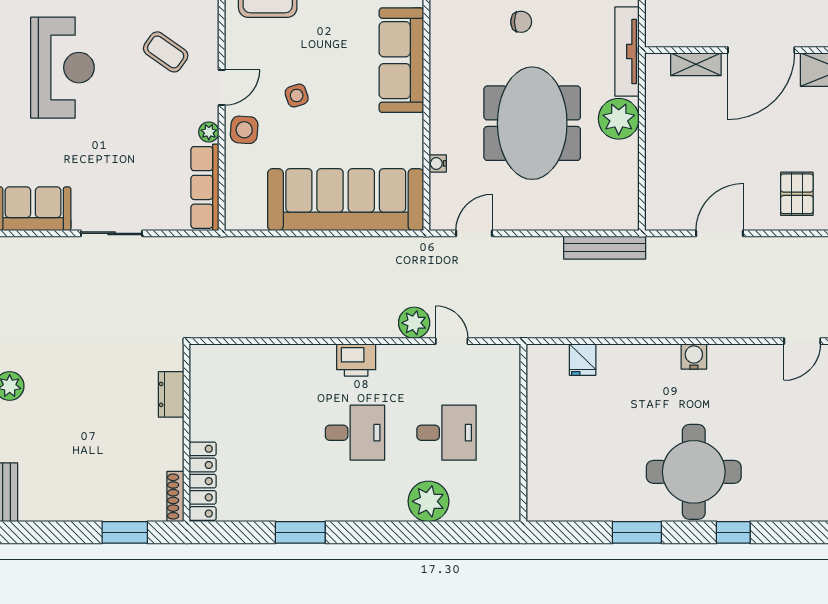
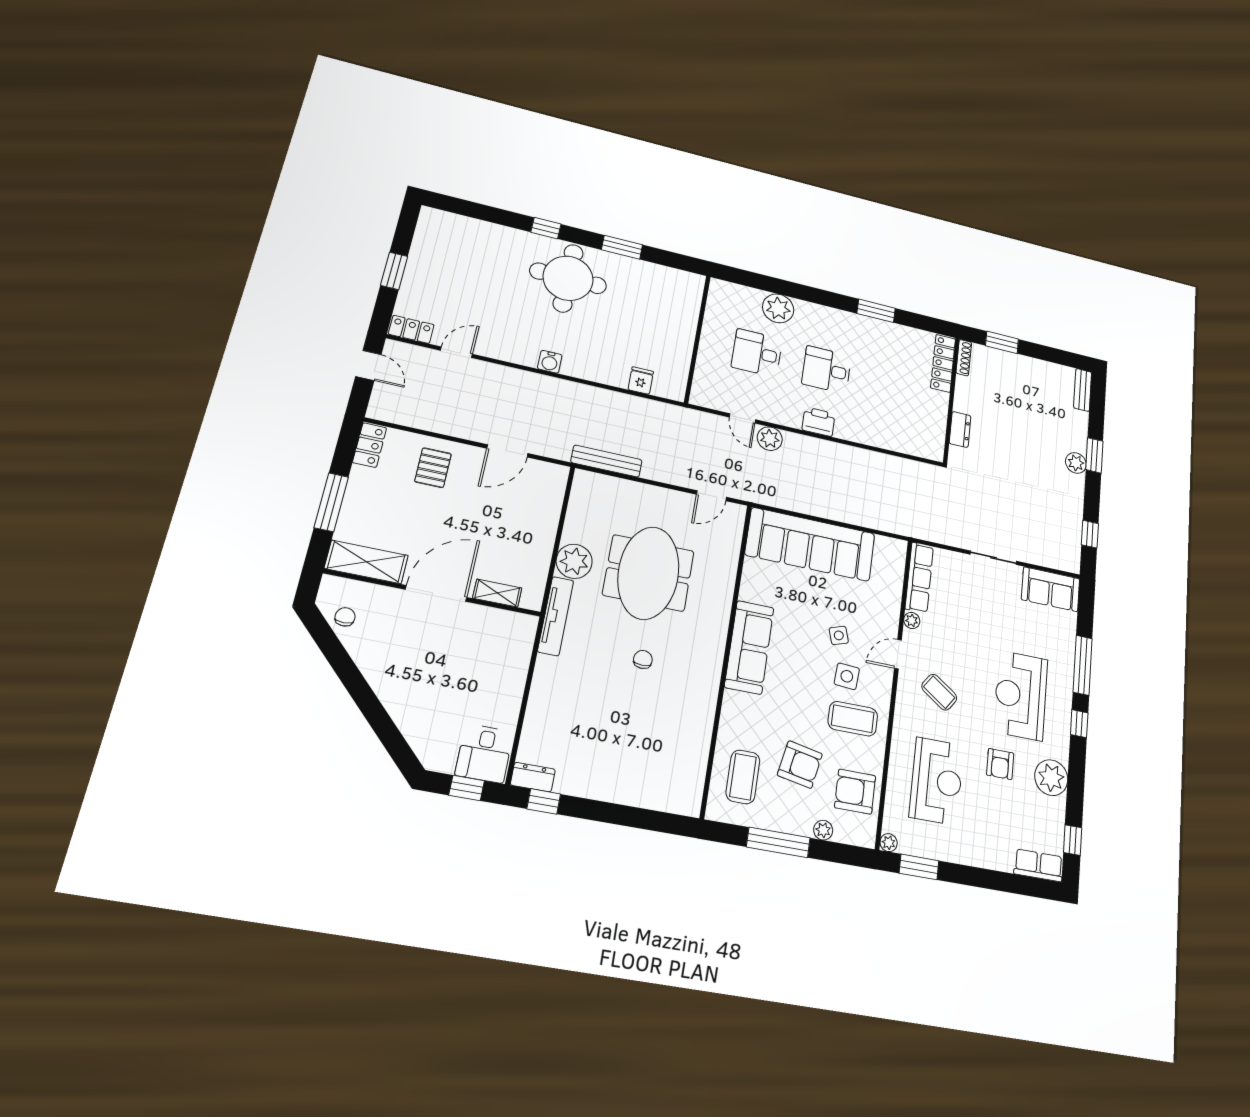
chair: (521, 22) -> (643, 659), turned 90
side table: (244, 130) -> (847, 676), moved
water cooler: (438, 163) -> (732, 557), removed

